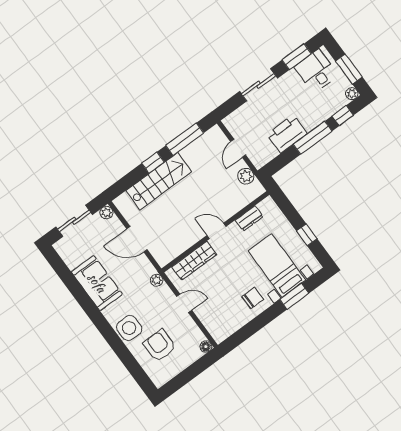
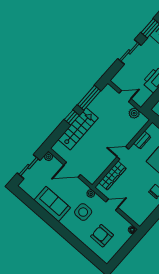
door: (238, 148) -> (125, 96), swing flipped
side table: (129, 328) -> (83, 212), moved

